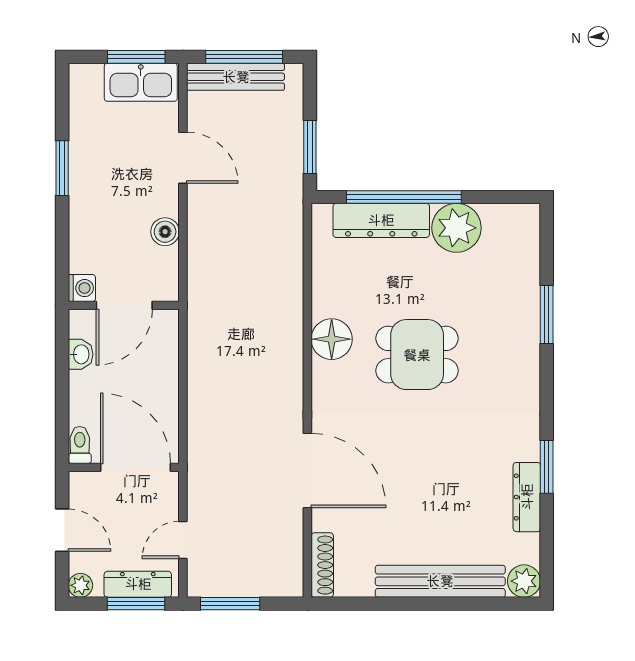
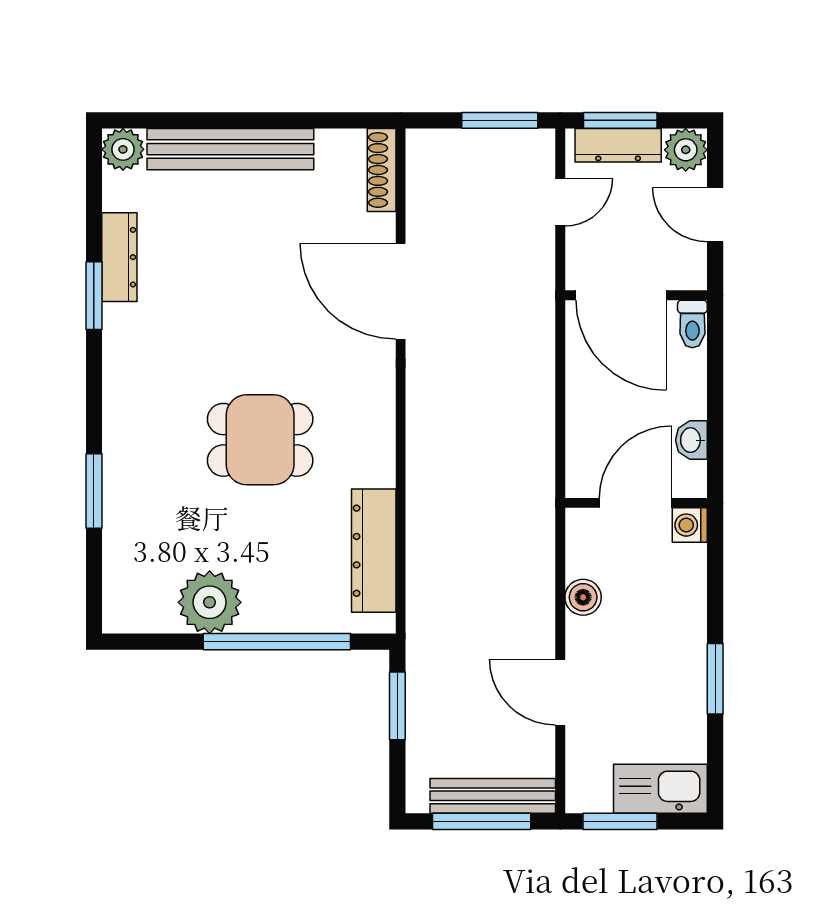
kitchen sink: (141, 82) -> (660, 789), moved
dresser: (381, 220) -> (374, 551), moved, turned -90
floor lamp: (332, 339) -> (370, 460), removed
plant: (80, 585) -> (686, 150), width x1.38, depth x1.38

